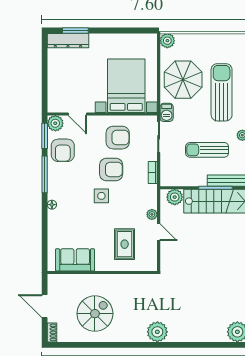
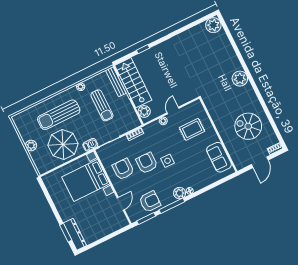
plant: (167, 41) -> (31, 145), moved
plant: (55, 123) -> (180, 193), moved

